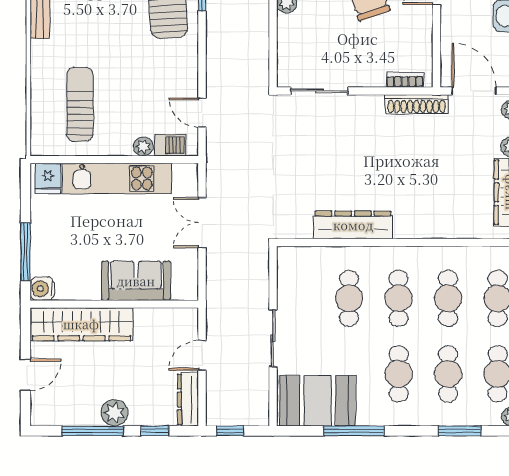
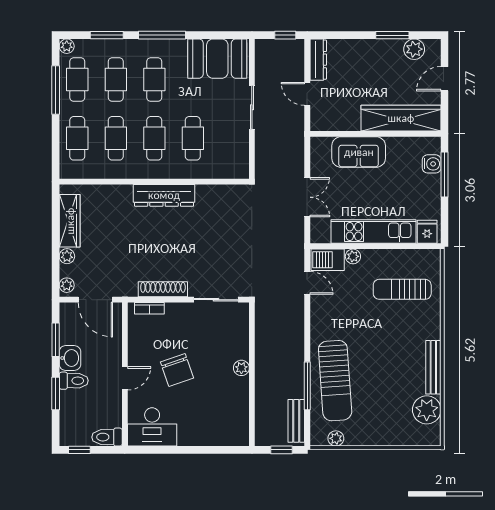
sun lounger: (80, 104) -> (402, 289), turned 90
shoe rack: (417, 104) -> (163, 289), moved
barbecue: (170, 145) -> (328, 260), width x1.38, depth x1.27
dresser: (353, 225) -> (164, 195), moved
water cooler: (42, 289) -> (432, 164), moved
door: (202, 355) -> (307, 94), swing flipped
plant: (114, 413) -> (414, 49), moved
window: (93, 431) -> (392, 35), width x0.69
window: (155, 431) -> (344, 35), removed
window: (354, 431) -> (162, 35), moved

